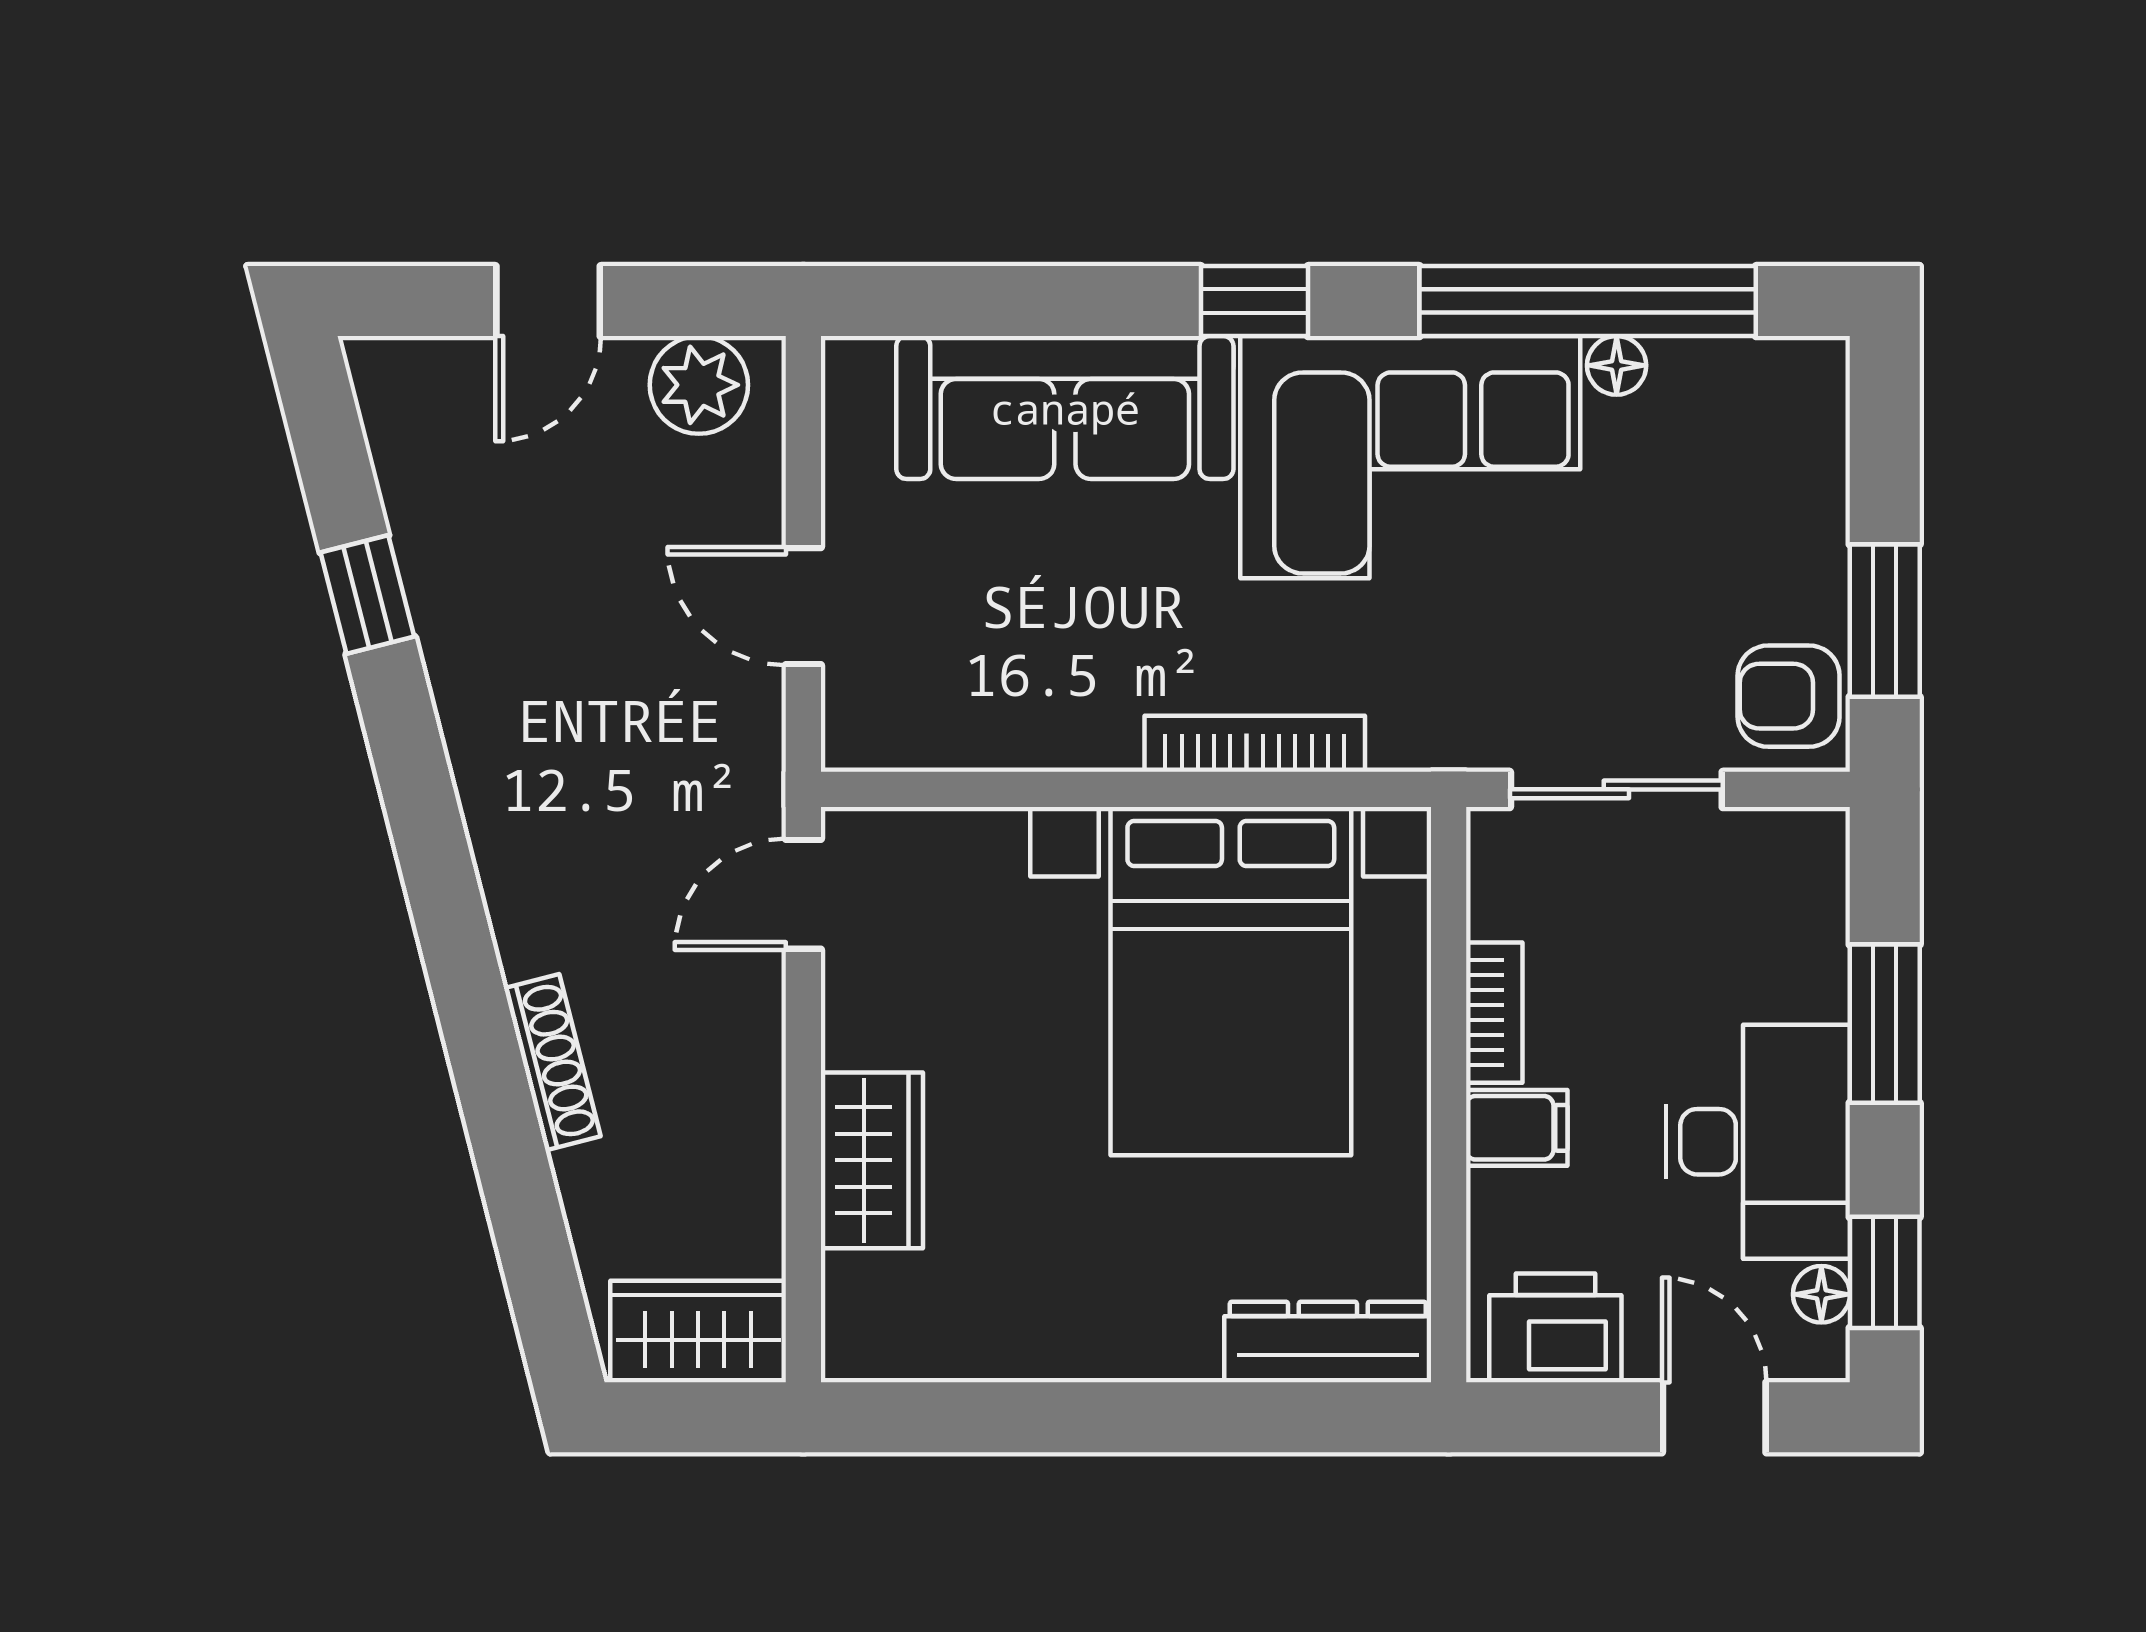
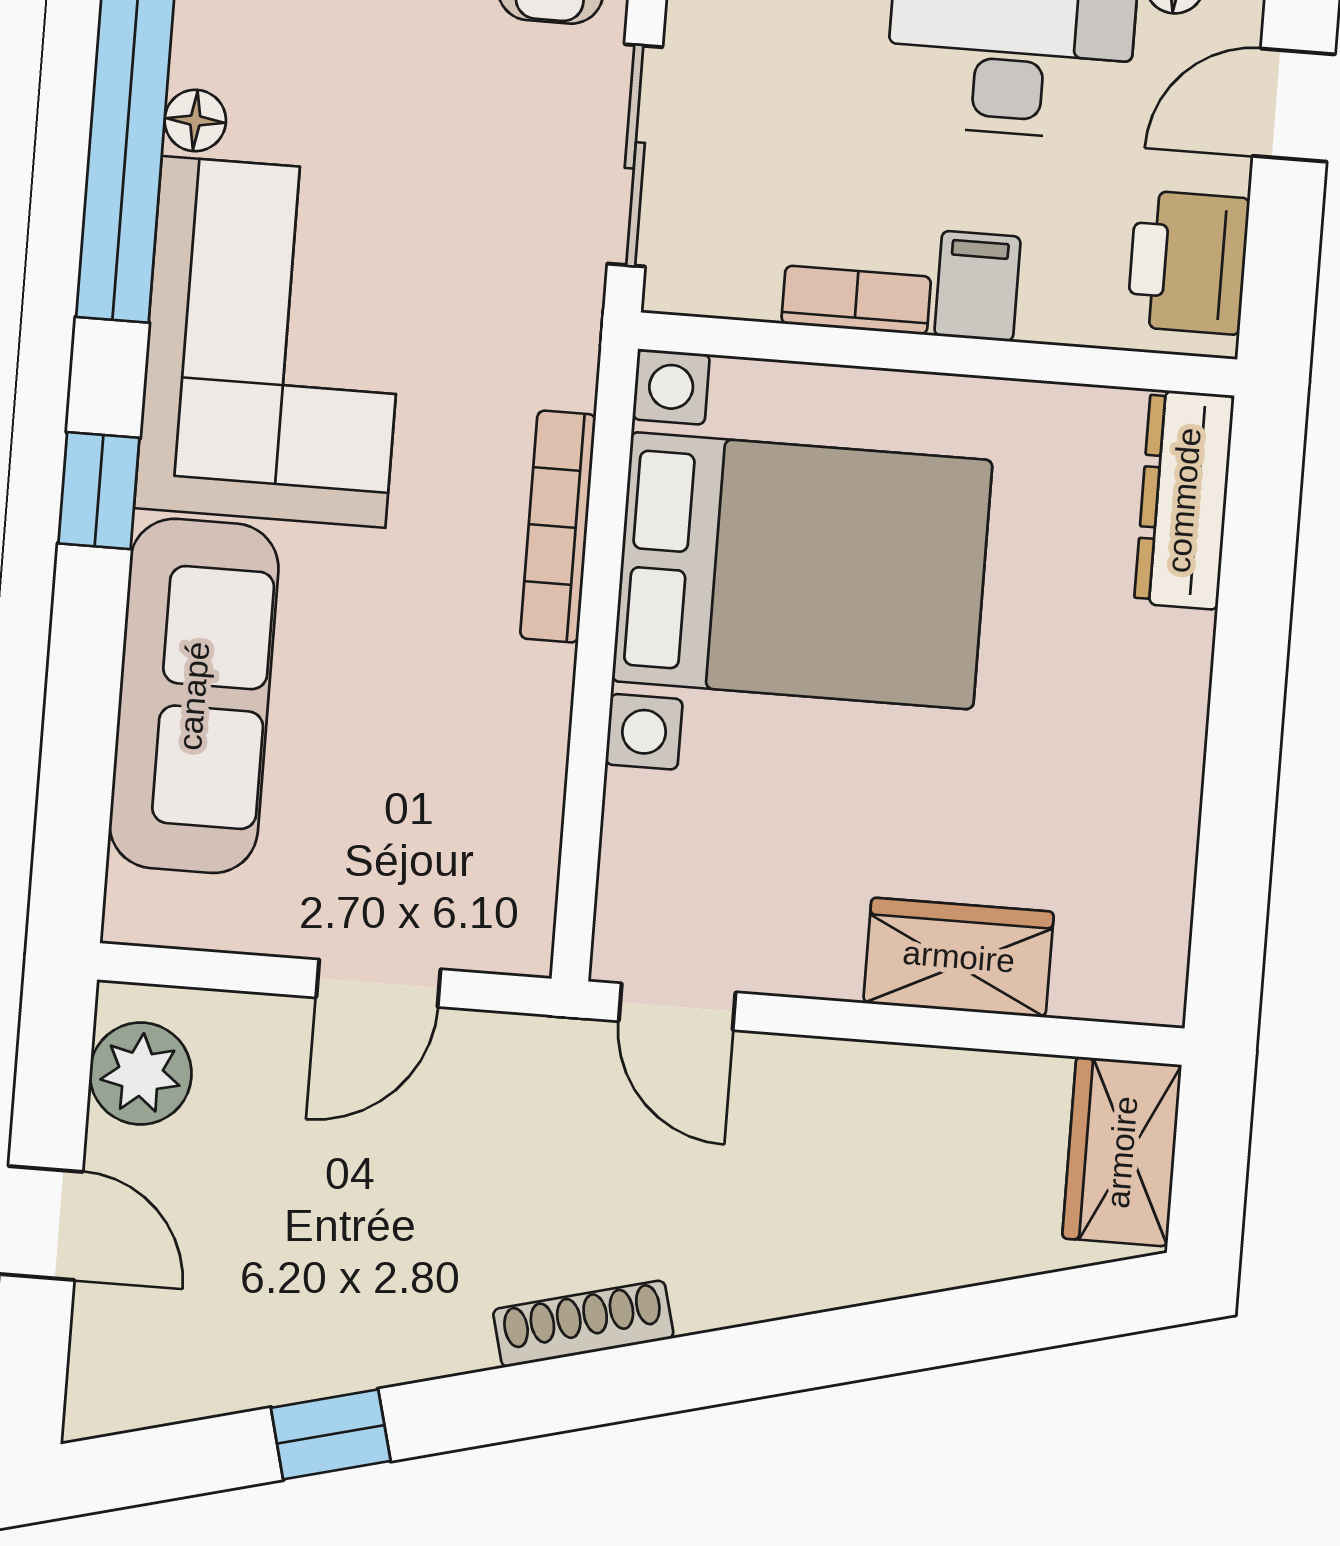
shoe rack: (552, 1062) -> (583, 1324), moved

